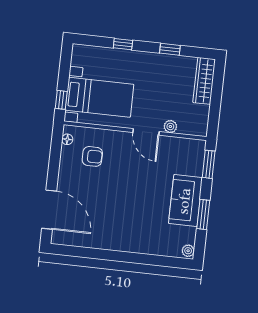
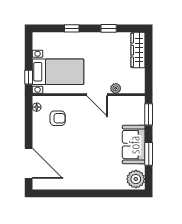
plant: (188, 251) -> (136, 179), width x1.88, depth x1.88

